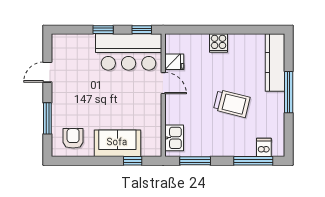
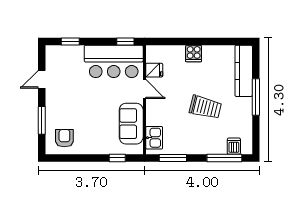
window: (103, 30) -> (70, 42), moved
sofa: (117, 143) -> (131, 124), moved, turned -90

